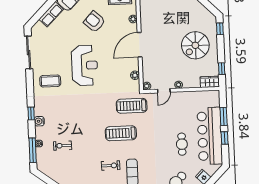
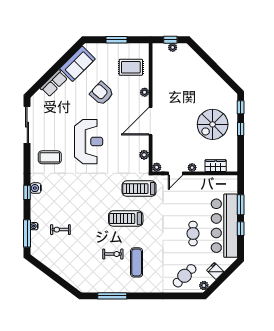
window: (222, 69) -> (241, 129), moved
wardrobe: (210, 82) -> (216, 166), moved
water cooler: (39, 121) -> (36, 188), moved

